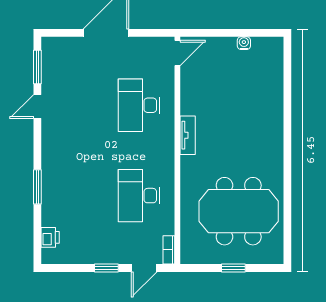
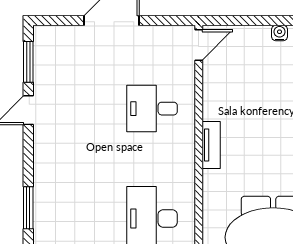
desk: (139, 105) -> (152, 109), width x0.73

